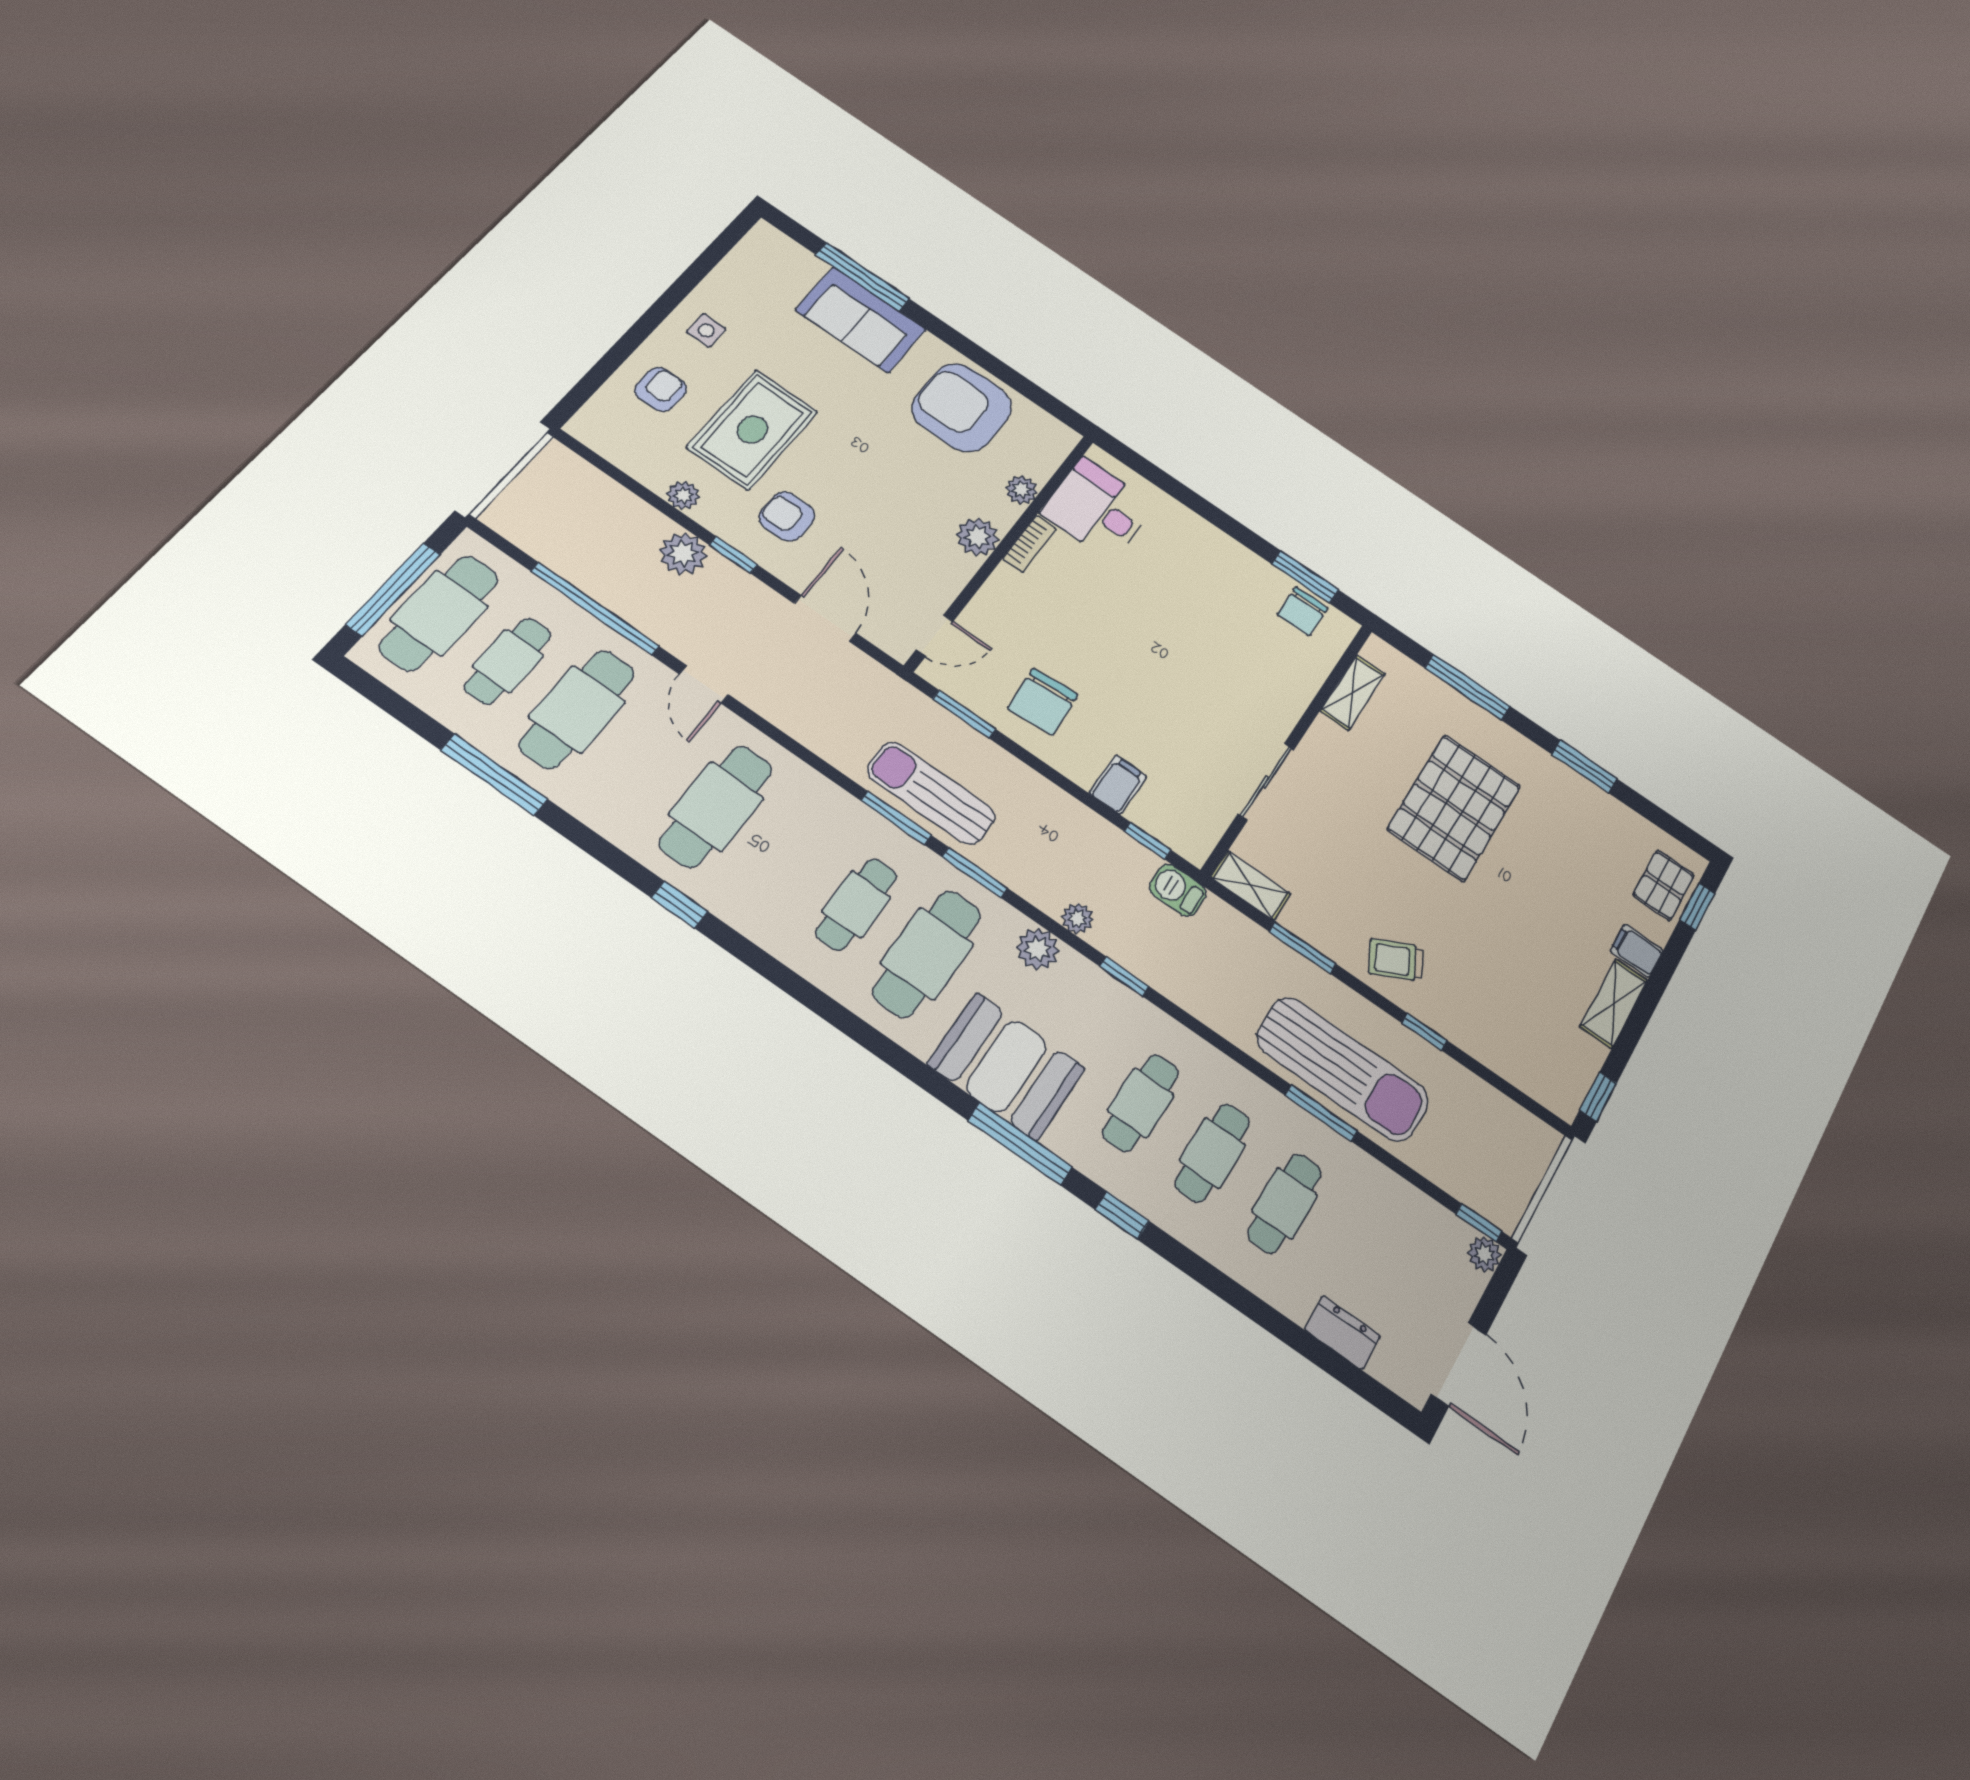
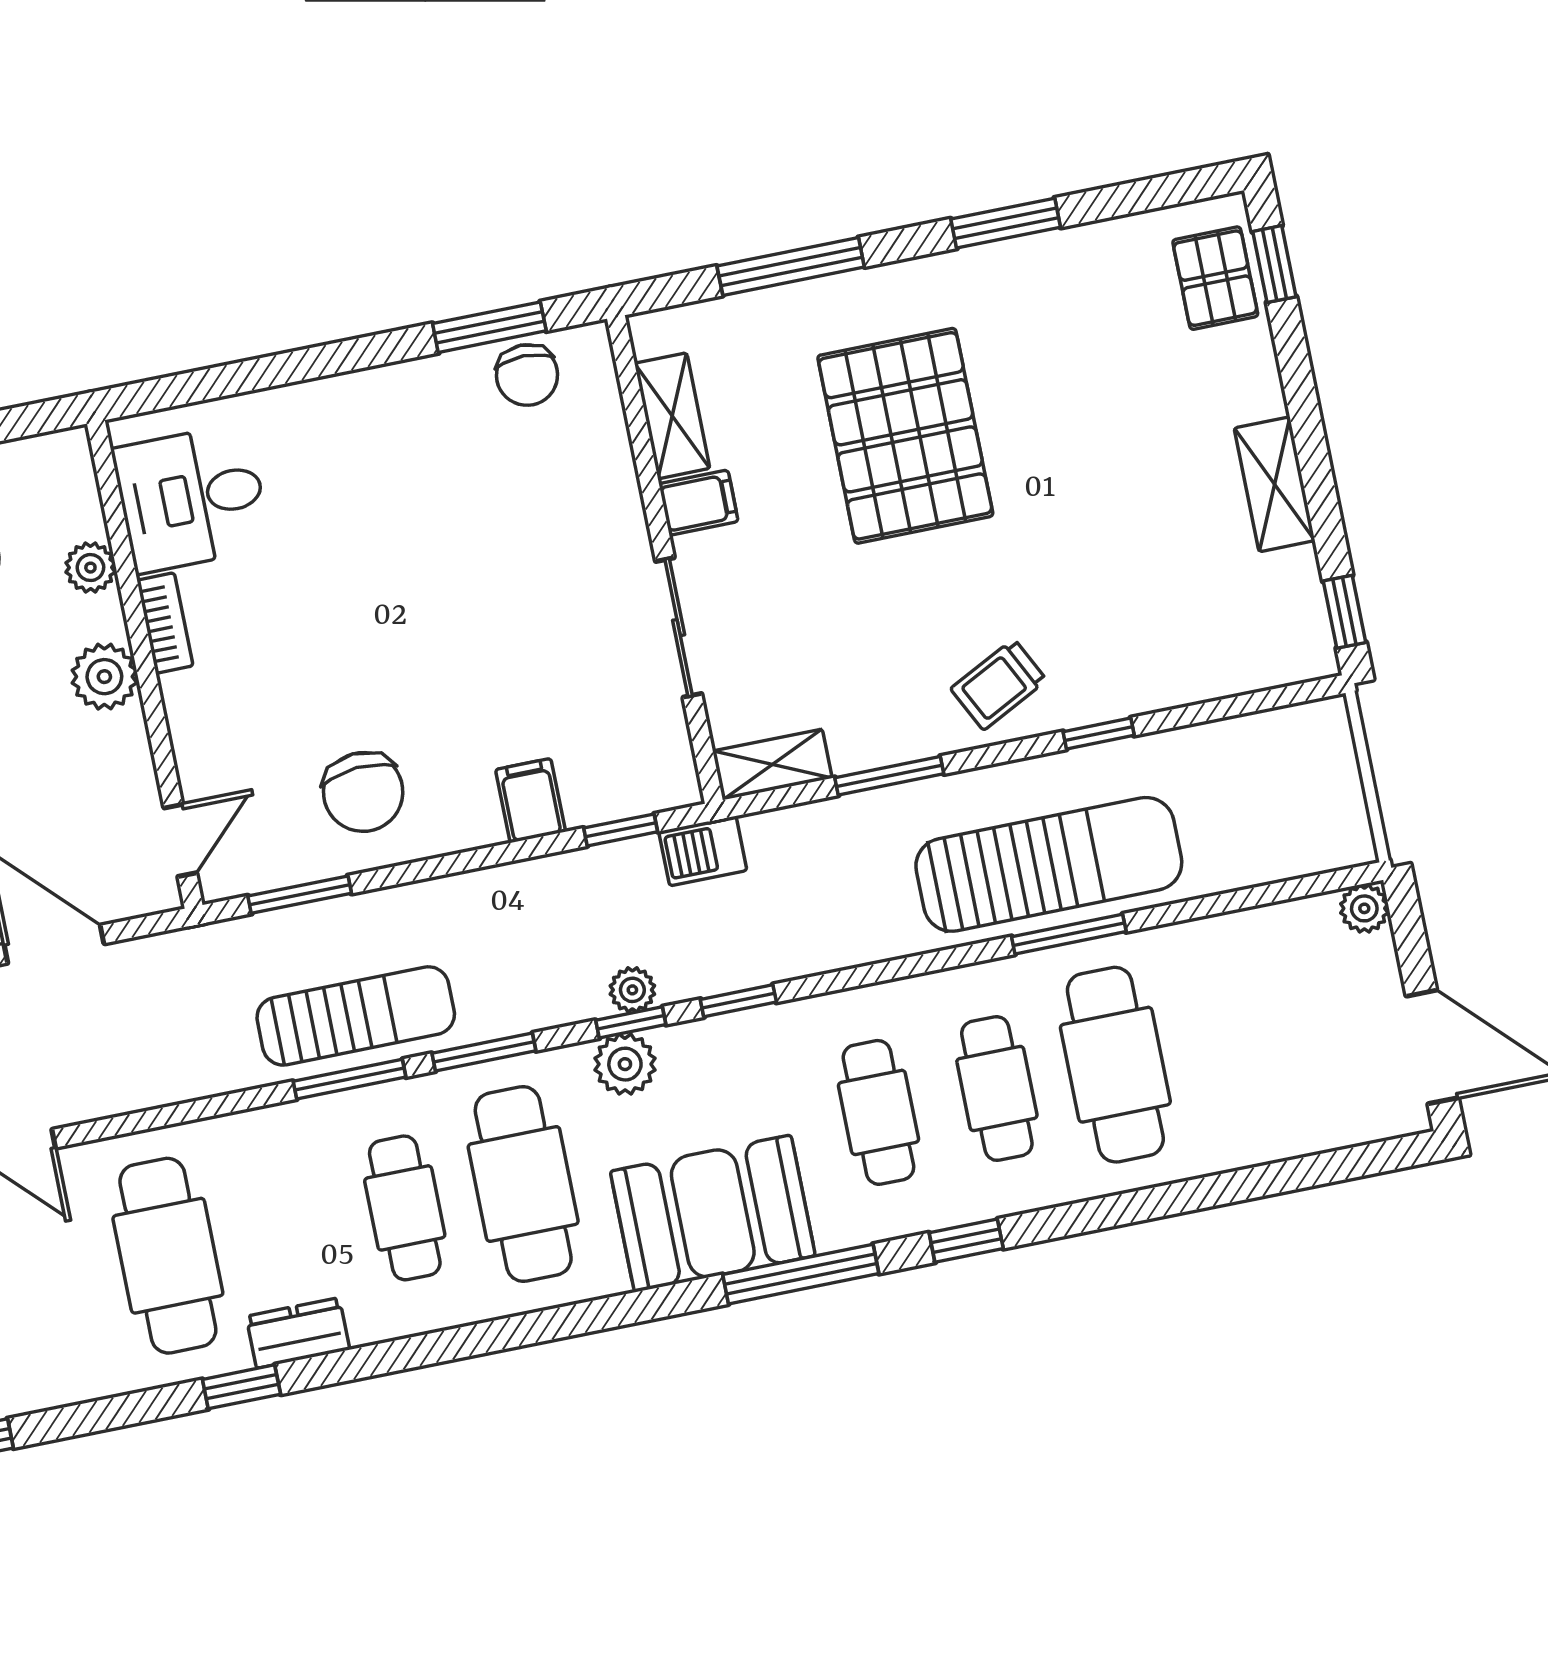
sun lounger: (931, 793) -> (356, 1016), turned 180
filing cabinet: (1637, 951) -> (698, 503), moved, turned 180
cafe table: (1285, 1203) -> (1115, 1065), width x1.37, depth x1.35
window: (1479, 1223) -> (631, 1022), moved
dresser: (1342, 1333) -> (298, 1333), moved

